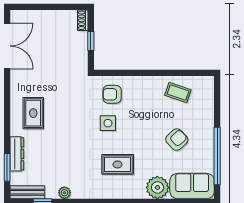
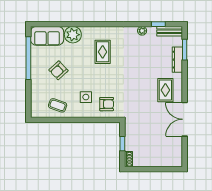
double door: (7, 46) -> (185, 119), moved
side table: (108, 123) -> (86, 97), moved
rug: (118, 164) -> (103, 52), turned 90

